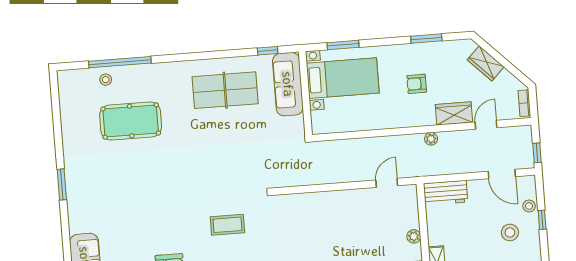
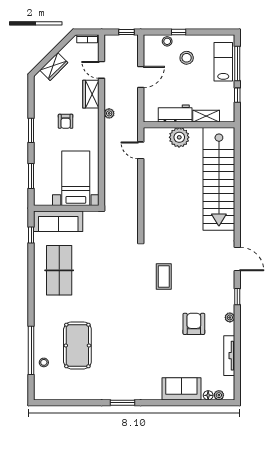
window: (426, 39) -> (31, 130), moved
bed with nightstands: (343, 78) -> (76, 178), moved
door: (502, 174) -> (141, 77), moved
workbench: (446, 193) -> (175, 113), moved, turned -90
plant: (414, 236) -> (179, 137), width x1.88, depth x1.88

